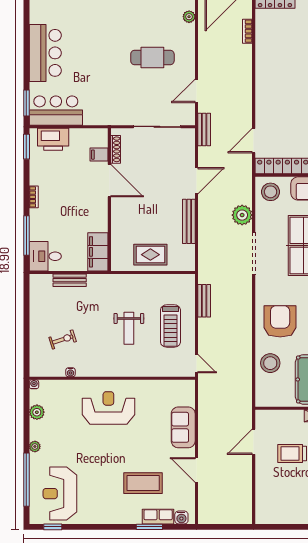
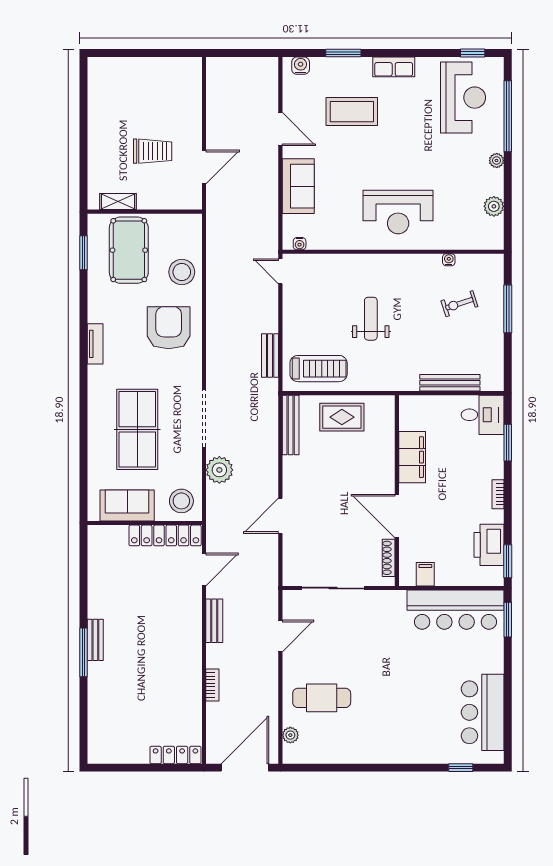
bookcase: (247, 31) -> (212, 685), moved
bar counter: (45, 53) -> (483, 712), moved
cafe table: (152, 58) -> (322, 698), moved
bar counter: (56, 111) -> (455, 610), width x1.36
bench: (204, 130) -> (214, 621), moved
printer: (53, 139) -> (489, 545), moved, turned -90
filing cabinet: (99, 155) -> (425, 574), moved, turned -90
bench: (189, 221) -> (291, 425), moved
window: (26, 235) -> (508, 443), width x0.69
filing cabinet: (98, 252) -> (412, 457), moved
bench: (70, 280) -> (450, 383), width x1.36
armchair: (280, 321) -> (169, 328), turned 180
treadmill: (170, 326) -> (319, 369), moved, turned 90
window: (26, 336) -> (508, 309), added
water cooler: (34, 384) -> (300, 244), moved
row of seats: (158, 517) -> (394, 67), moved

